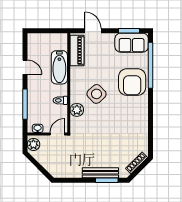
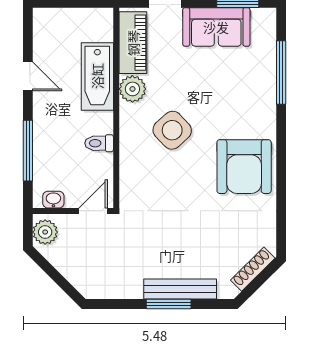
sofa: (132, 43) -> (216, 27), moved
window: (151, 65) -> (281, 72), width x0.68
armchair: (132, 82) -> (244, 167), moved
plant: (77, 110) -> (132, 89), moved
window: (107, 180) -> (169, 304), moved

